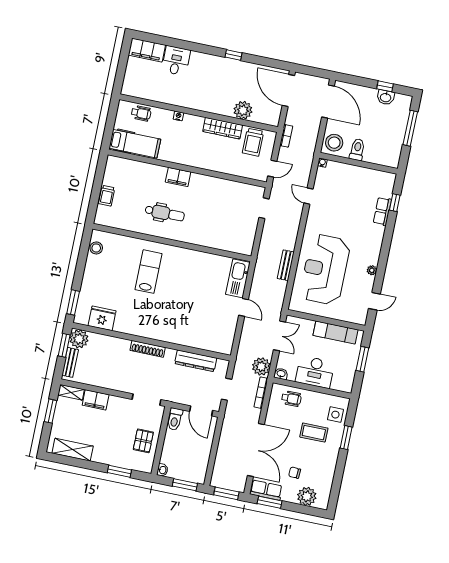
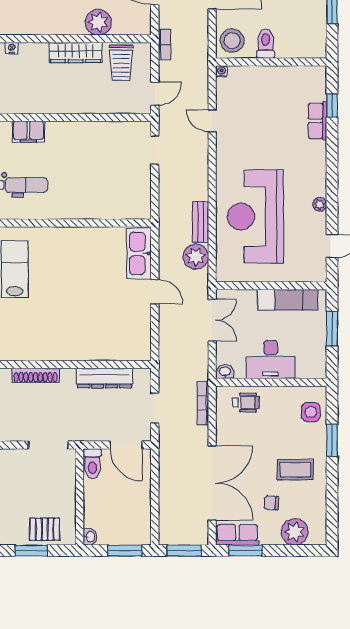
plant: (261, 367) -> (196, 257), moved
coffee table: (314, 433) -> (295, 470), moved
pallet: (143, 441) -> (45, 529), moved, turned 90

